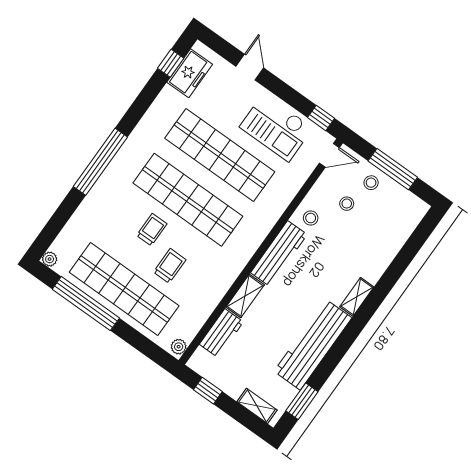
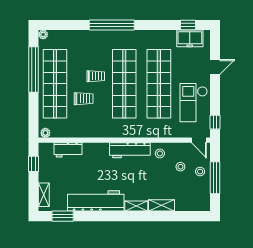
shelving: (245, 296) -> (161, 205), moved

